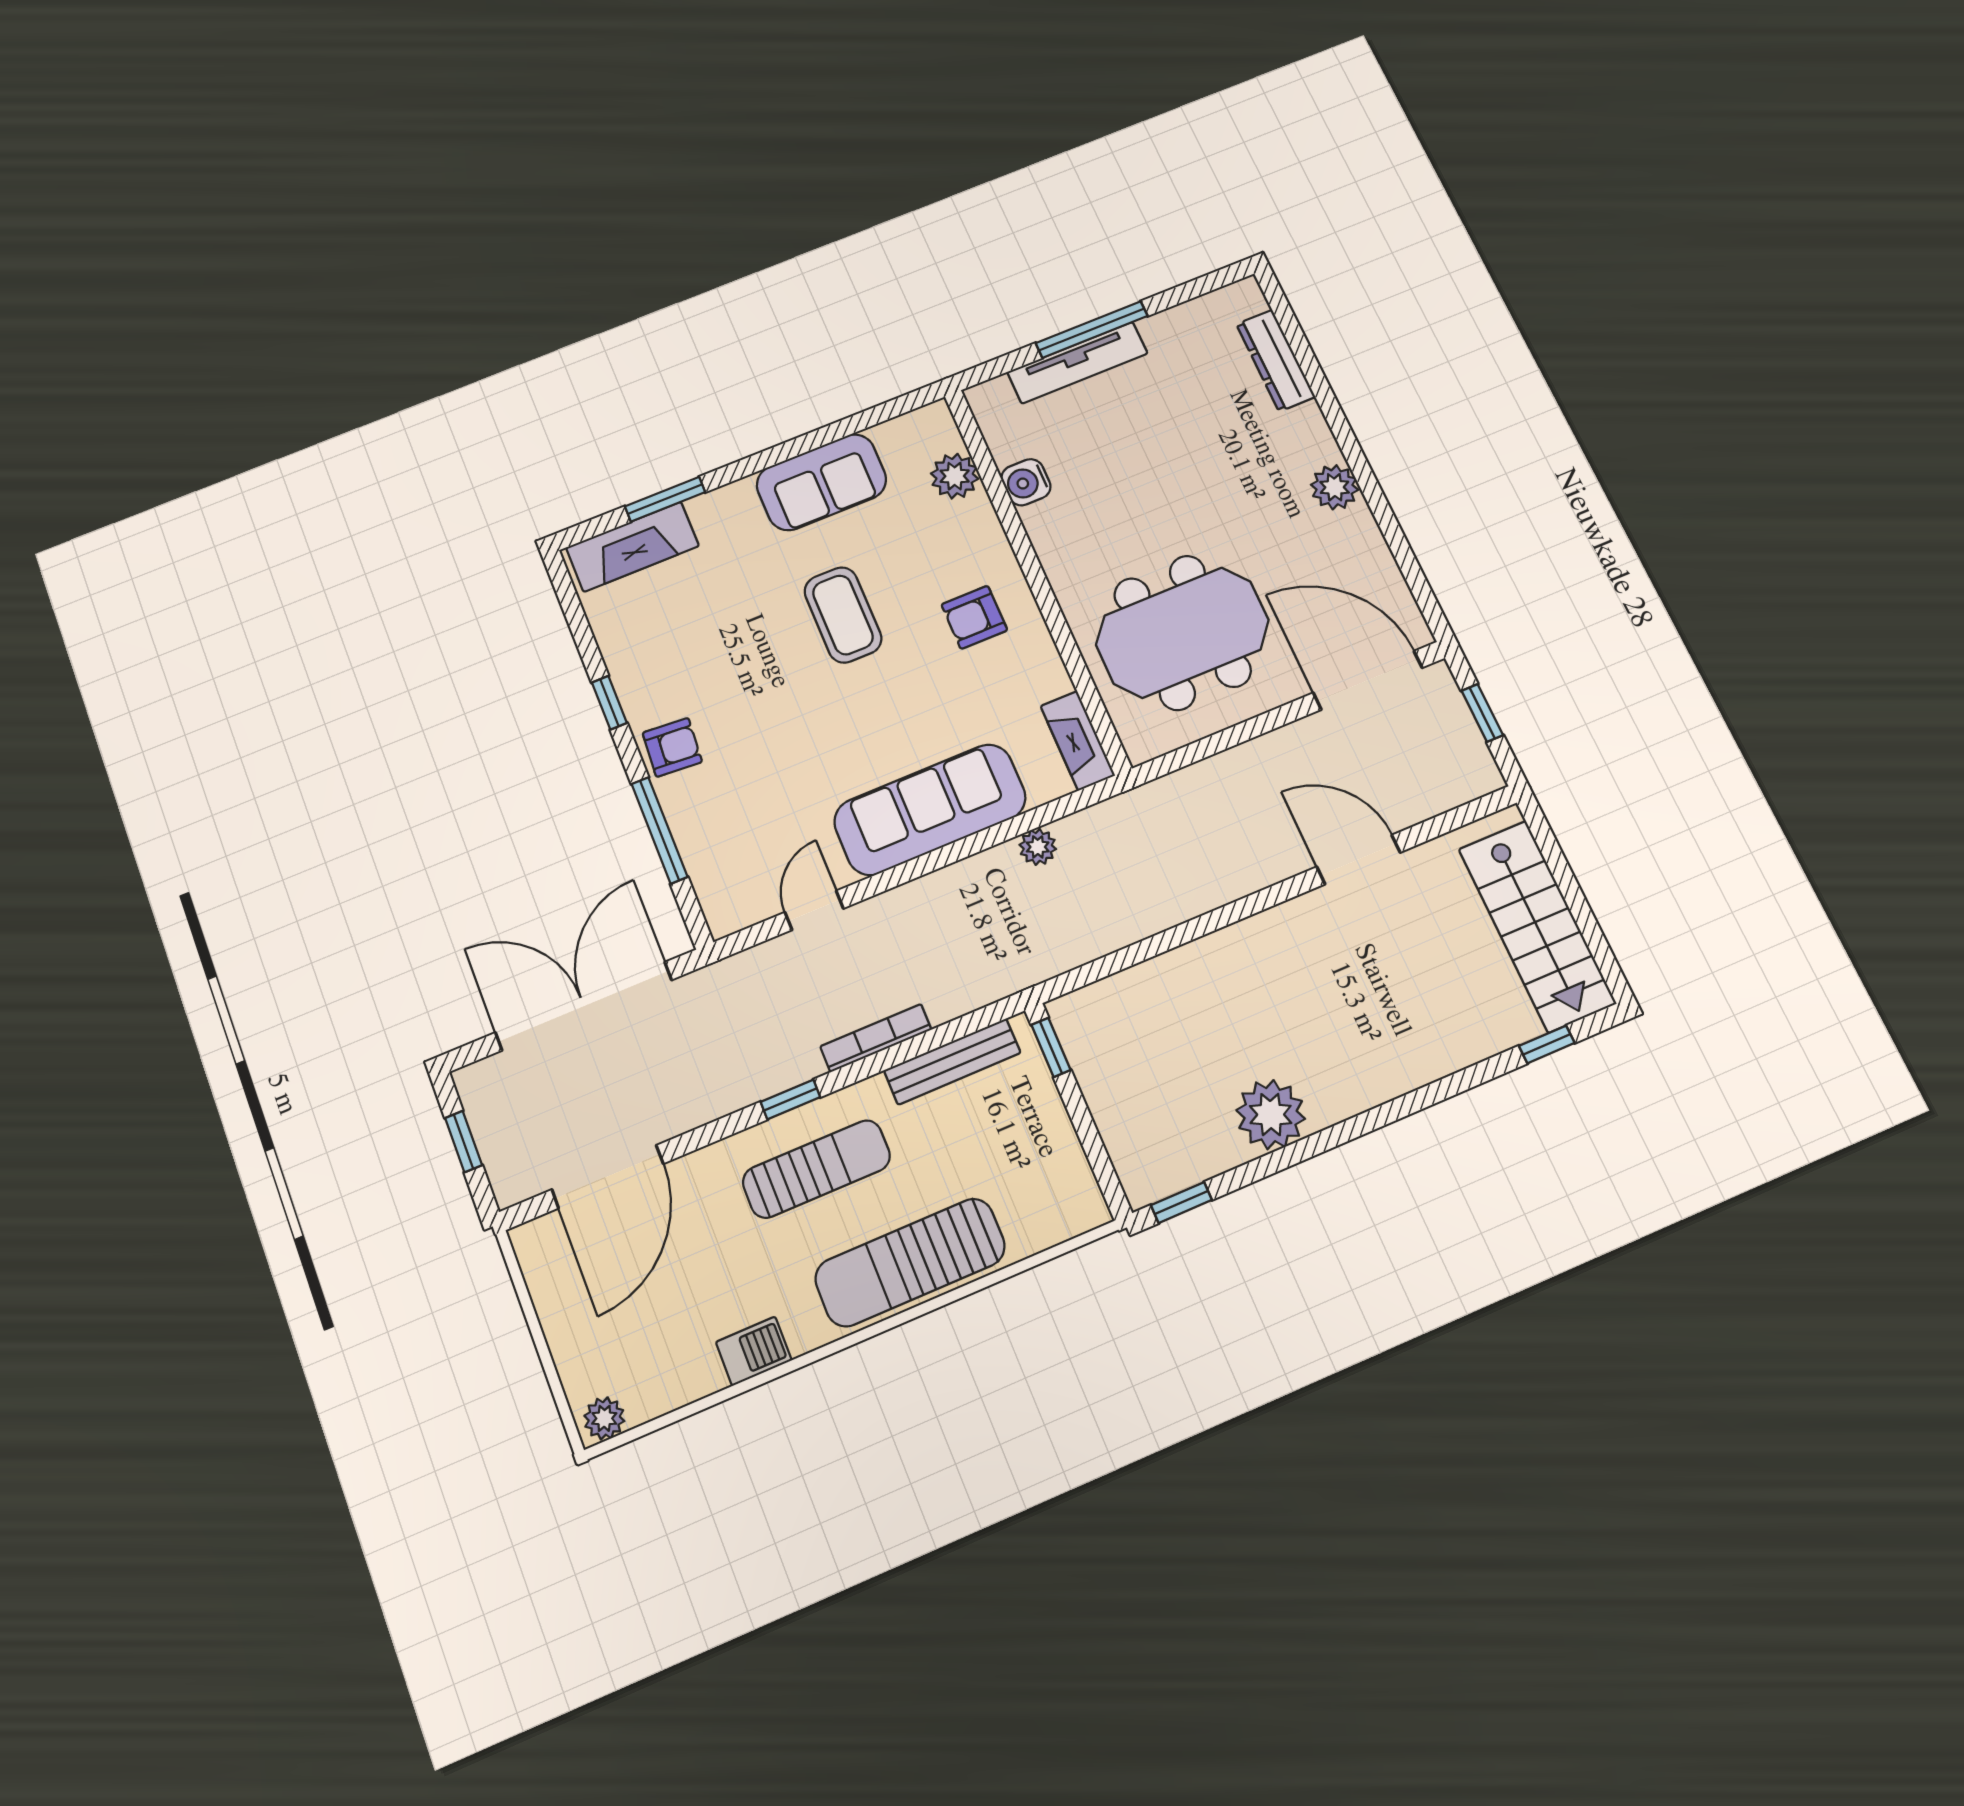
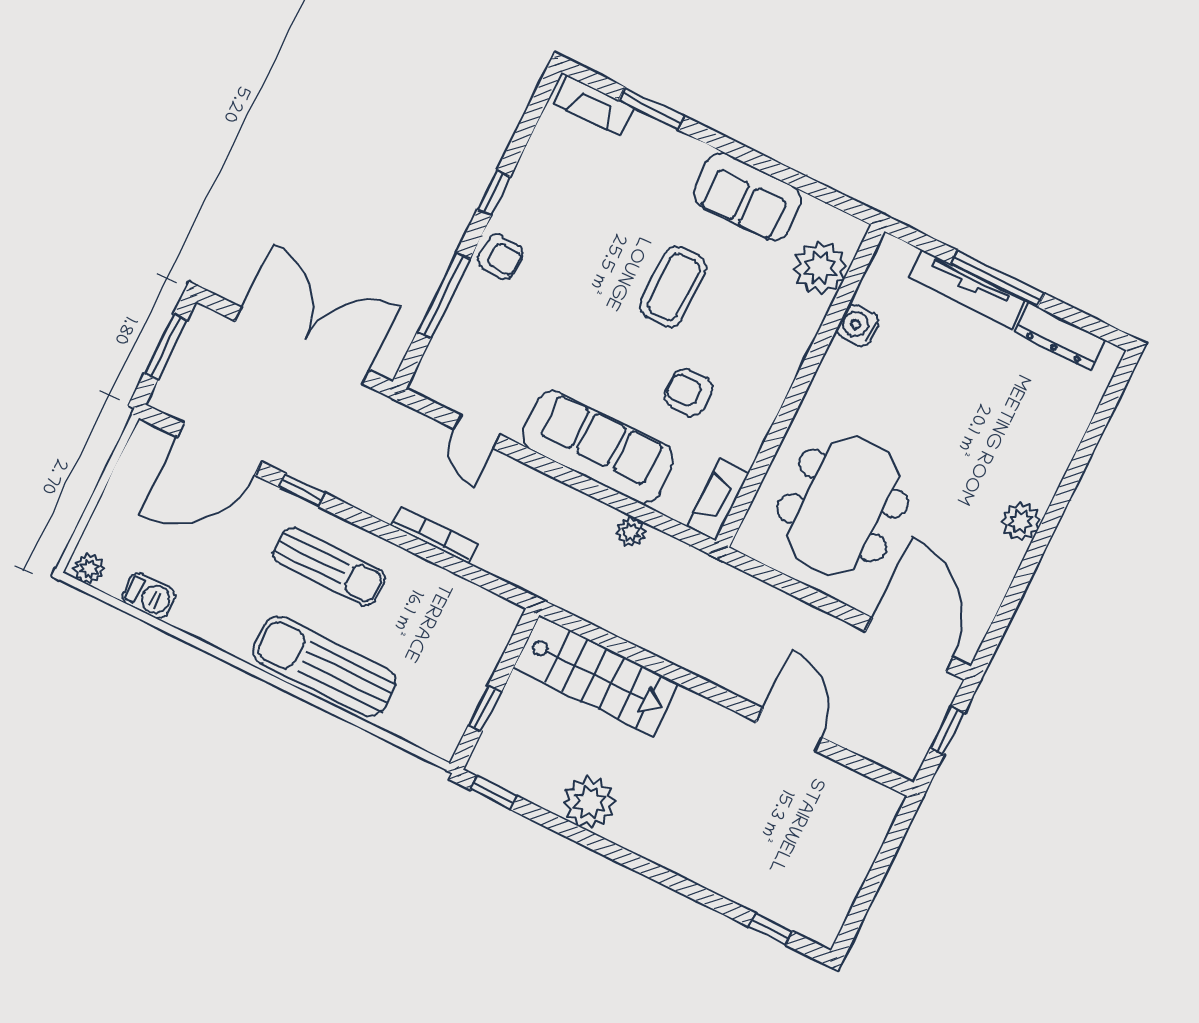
dresser: (1276, 360) -> (1059, 336), moved, turned -90
plant: (955, 476) -> (820, 267), width x1.36, depth x1.36
fireplace: (632, 547) -> (593, 106), width x0.73, depth x0.76
armchair: (974, 617) -> (688, 392), moved
meeting table: (1182, 632) -> (843, 506), turned 90
door: (814, 910) -> (477, 432), swing flipped
stairs: (1537, 926) -> (596, 676), moved, turned -90
window: (1051, 1047) -> (485, 709), moved
bench: (952, 1062) -> (459, 591), removed
window: (790, 1099) -> (302, 490), moved
window: (464, 1142) -> (165, 347), width x1.50
barbecue: (754, 1351) -> (149, 596), moved

